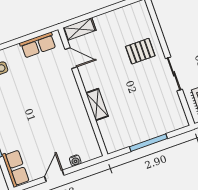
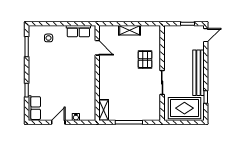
shelving: (79, 29) -> (130, 30), moved
pallet: (140, 51) -> (145, 59), turned 90
shelving: (97, 105) -> (104, 110), moved

